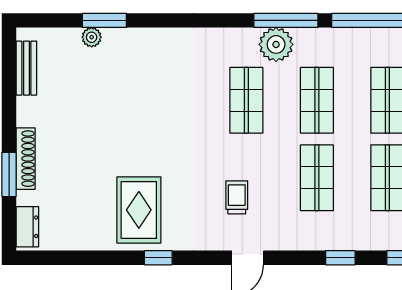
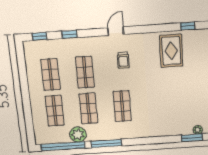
plant: (276, 44) -> (78, 135), moved
window: (158, 258) -> (188, 26), moved

